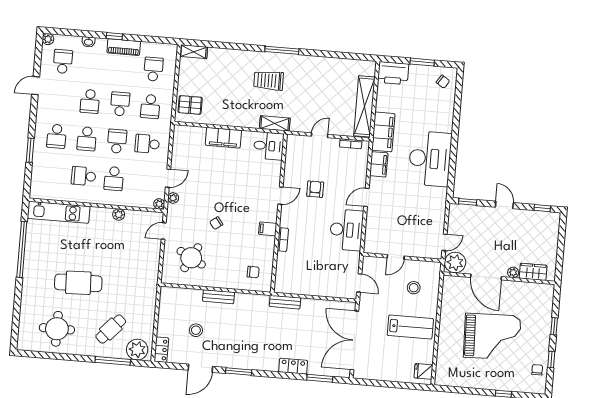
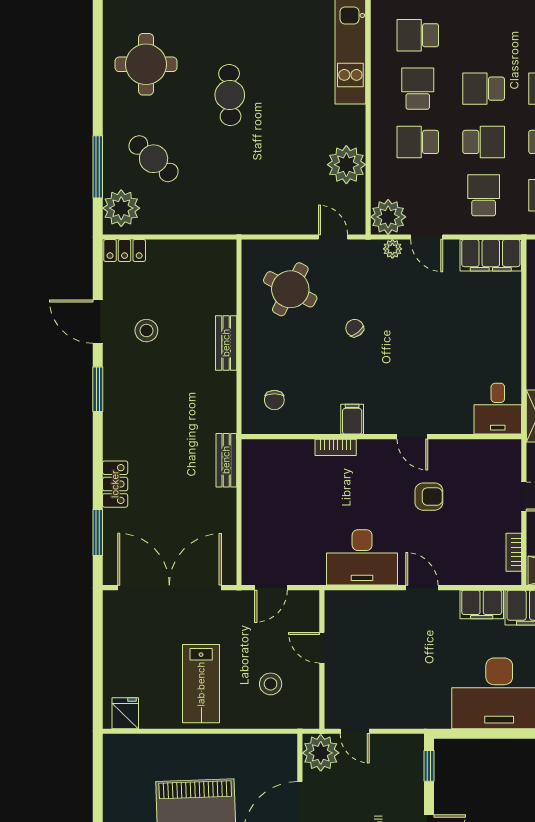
school desk: (57, 136) -> (418, 35), moved
filing cabinet: (223, 138) -> (491, 255), moved, turned -90
plant: (159, 204) -> (388, 217), width x1.87, depth x1.87
plant: (119, 215) -> (346, 165), width x1.88, depth x1.88
cafe table: (78, 283) -> (230, 95), width x0.73, depth x0.74
stool: (196, 330) -> (146, 331), moved

